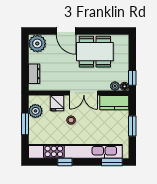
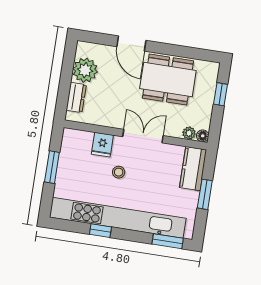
plant: (37, 44) -> (85, 70), moved
window: (132, 78) -> (221, 94), moved
double door: (84, 93) -> (143, 136), swing flipped
kitchen counter: (114, 103) -> (193, 169), moved, turned 90
plant: (35, 111) -> (70, 151), removed

